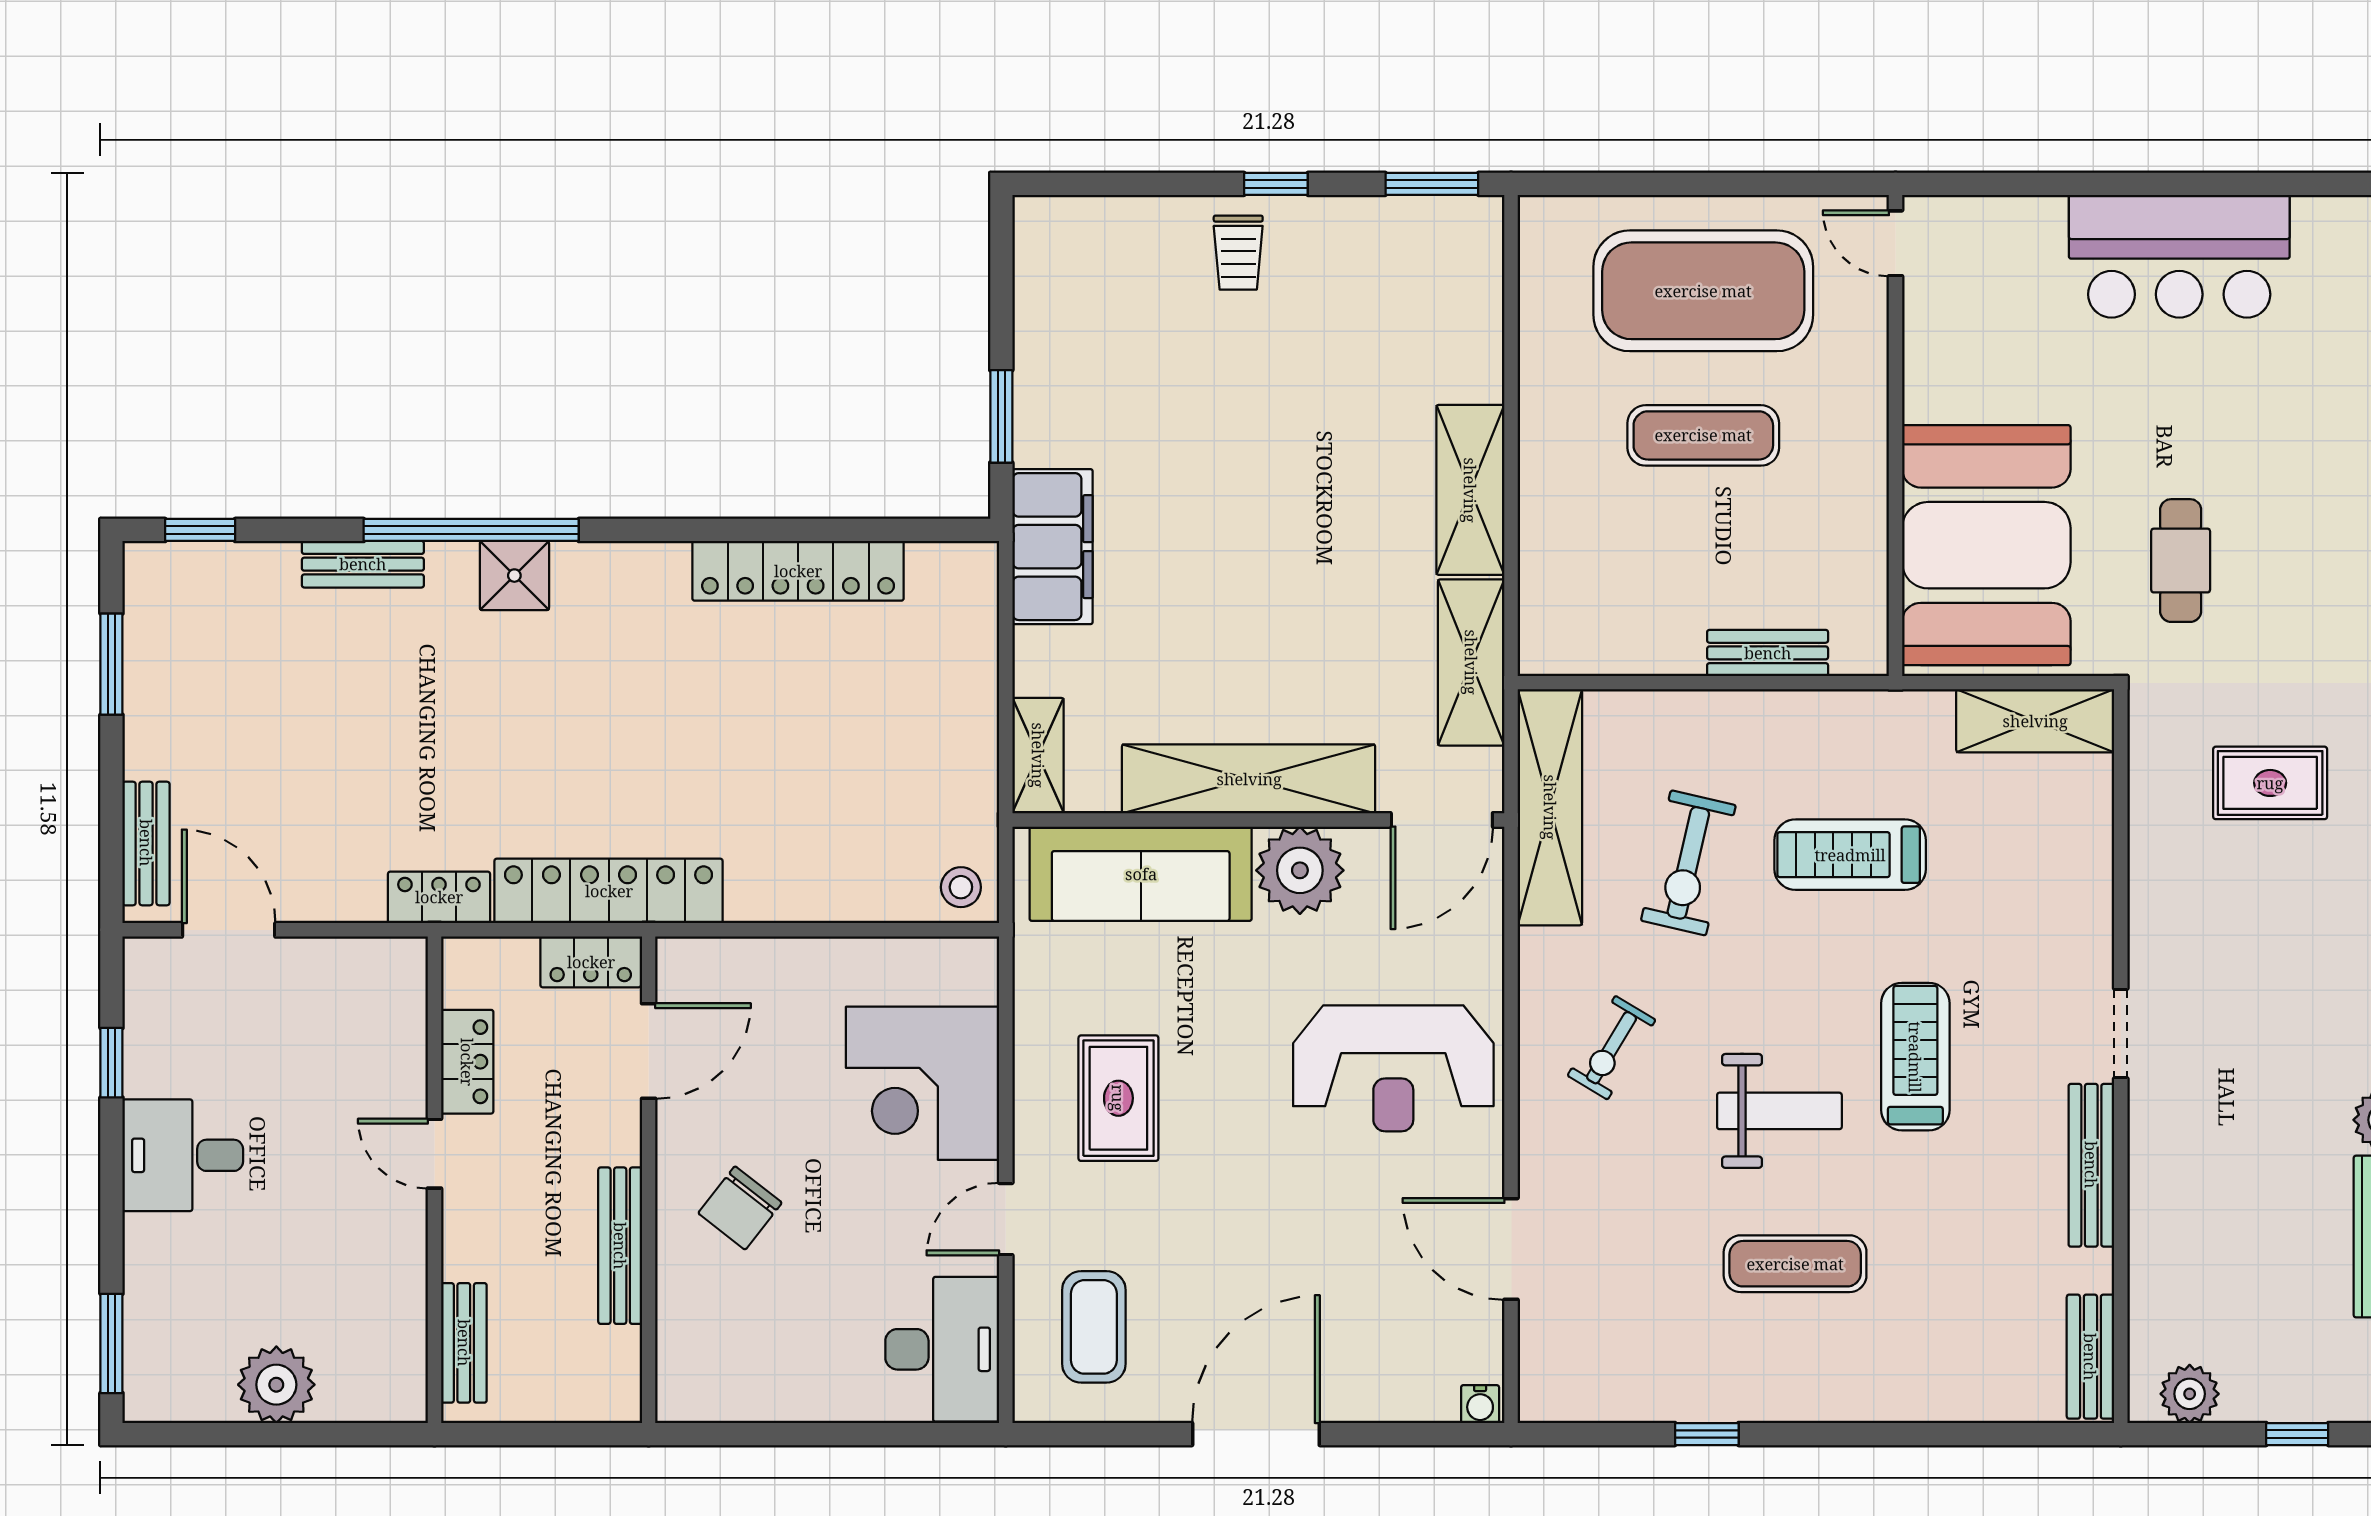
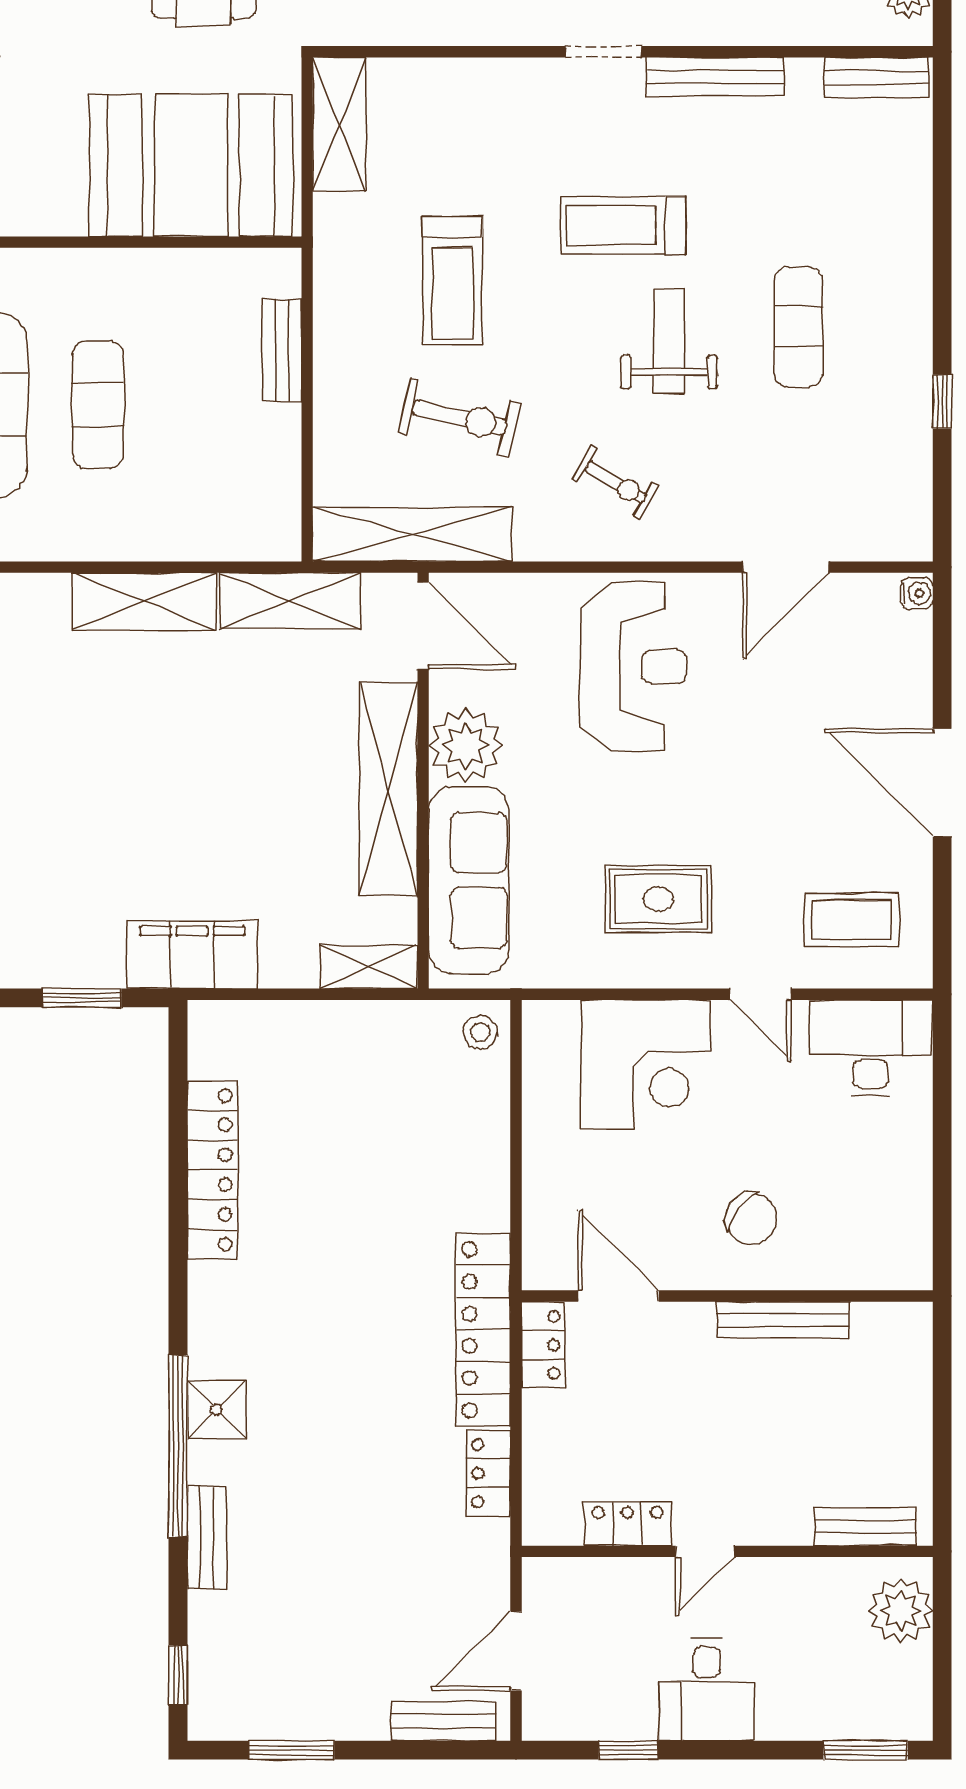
locker: (467, 1062) -> (627, 1524), moved
door: (434, 1154) -> (705, 1551), moved
wall: (434, 1180) -> (727, 1551), moved
bench: (464, 1343) -> (865, 1526), moved

